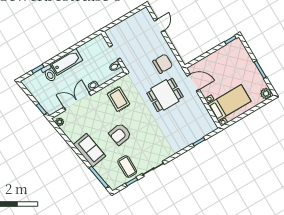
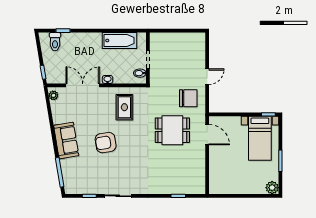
door: (159, 26) -> (207, 77), moved
bathtub: (66, 62) -> (119, 41), moved
toilet: (49, 73) -> (55, 42), moved
bed with nightstands: (229, 103) -> (260, 138), moved, turned 90
coffee table: (127, 167) -> (94, 178), removed

